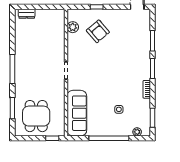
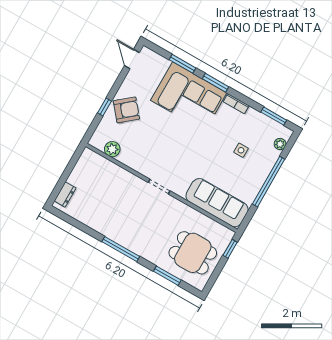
armchair: (98, 31) -> (126, 110), moved
corner sofa: (134, 57) -> (189, 97), added

